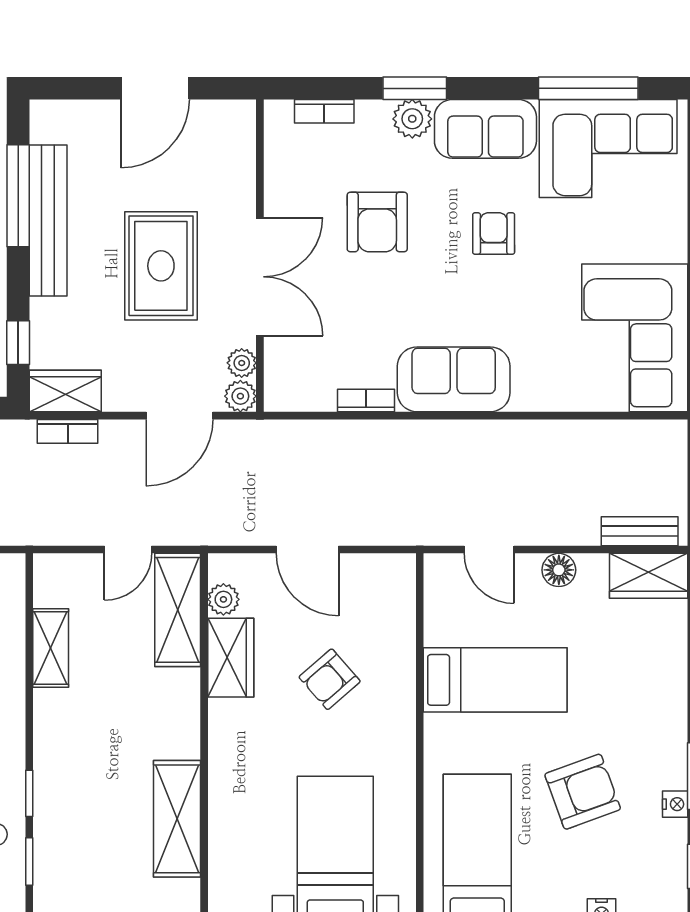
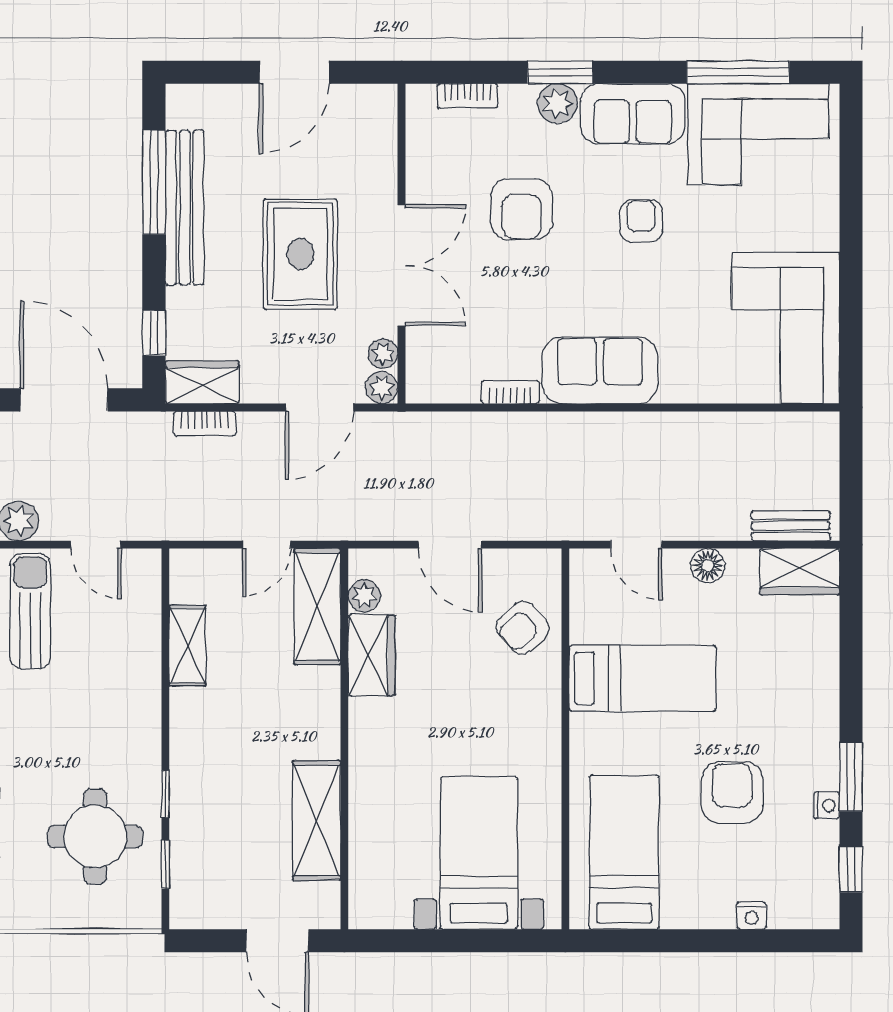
armchair: (330, 679) -> (522, 628), moved
armchair: (583, 792) -> (732, 793), turned -70

